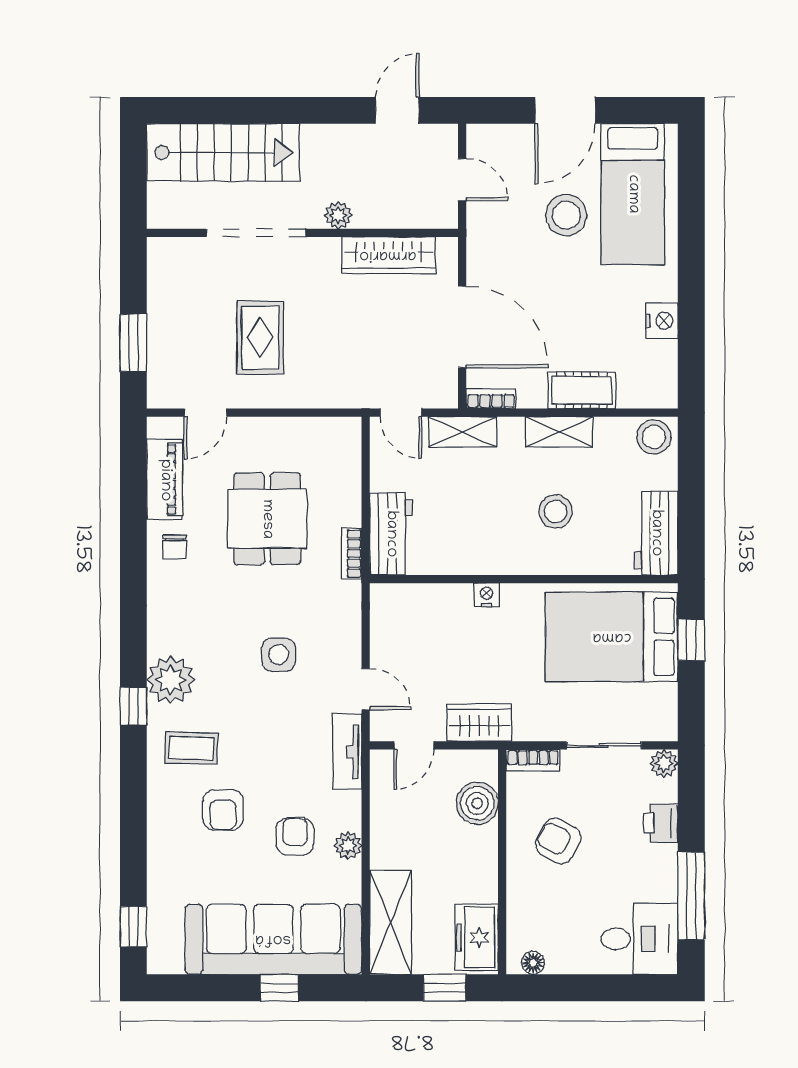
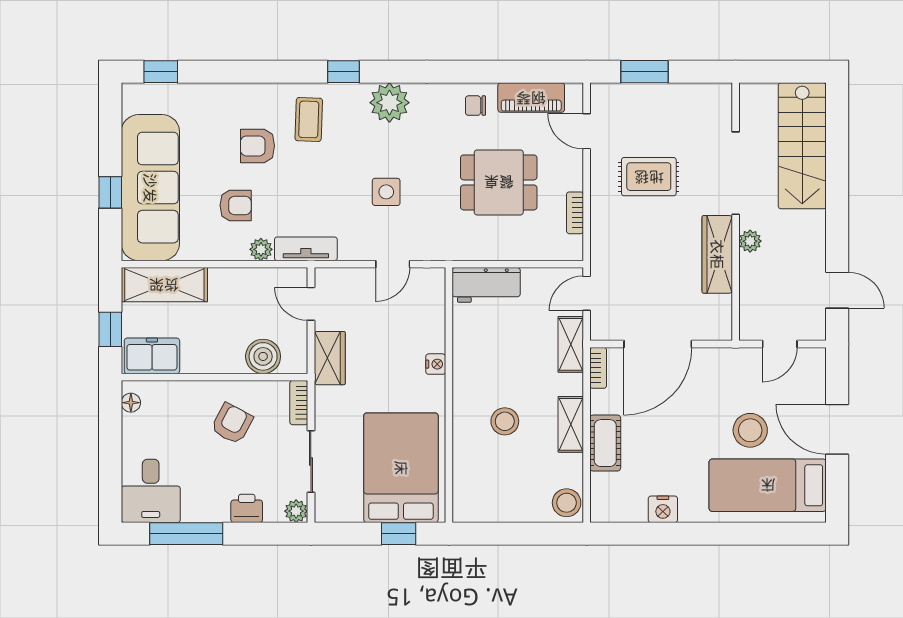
wardrobe: (388, 255) -> (717, 254), moved
workbench: (656, 533) -> (487, 505), removed
bookcase: (352, 553) -> (575, 213), moved, turned -90
plant: (171, 680) -> (389, 103), moved
door: (366, 689) -> (393, 264), moved
plant: (348, 846) -> (261, 249), moved

